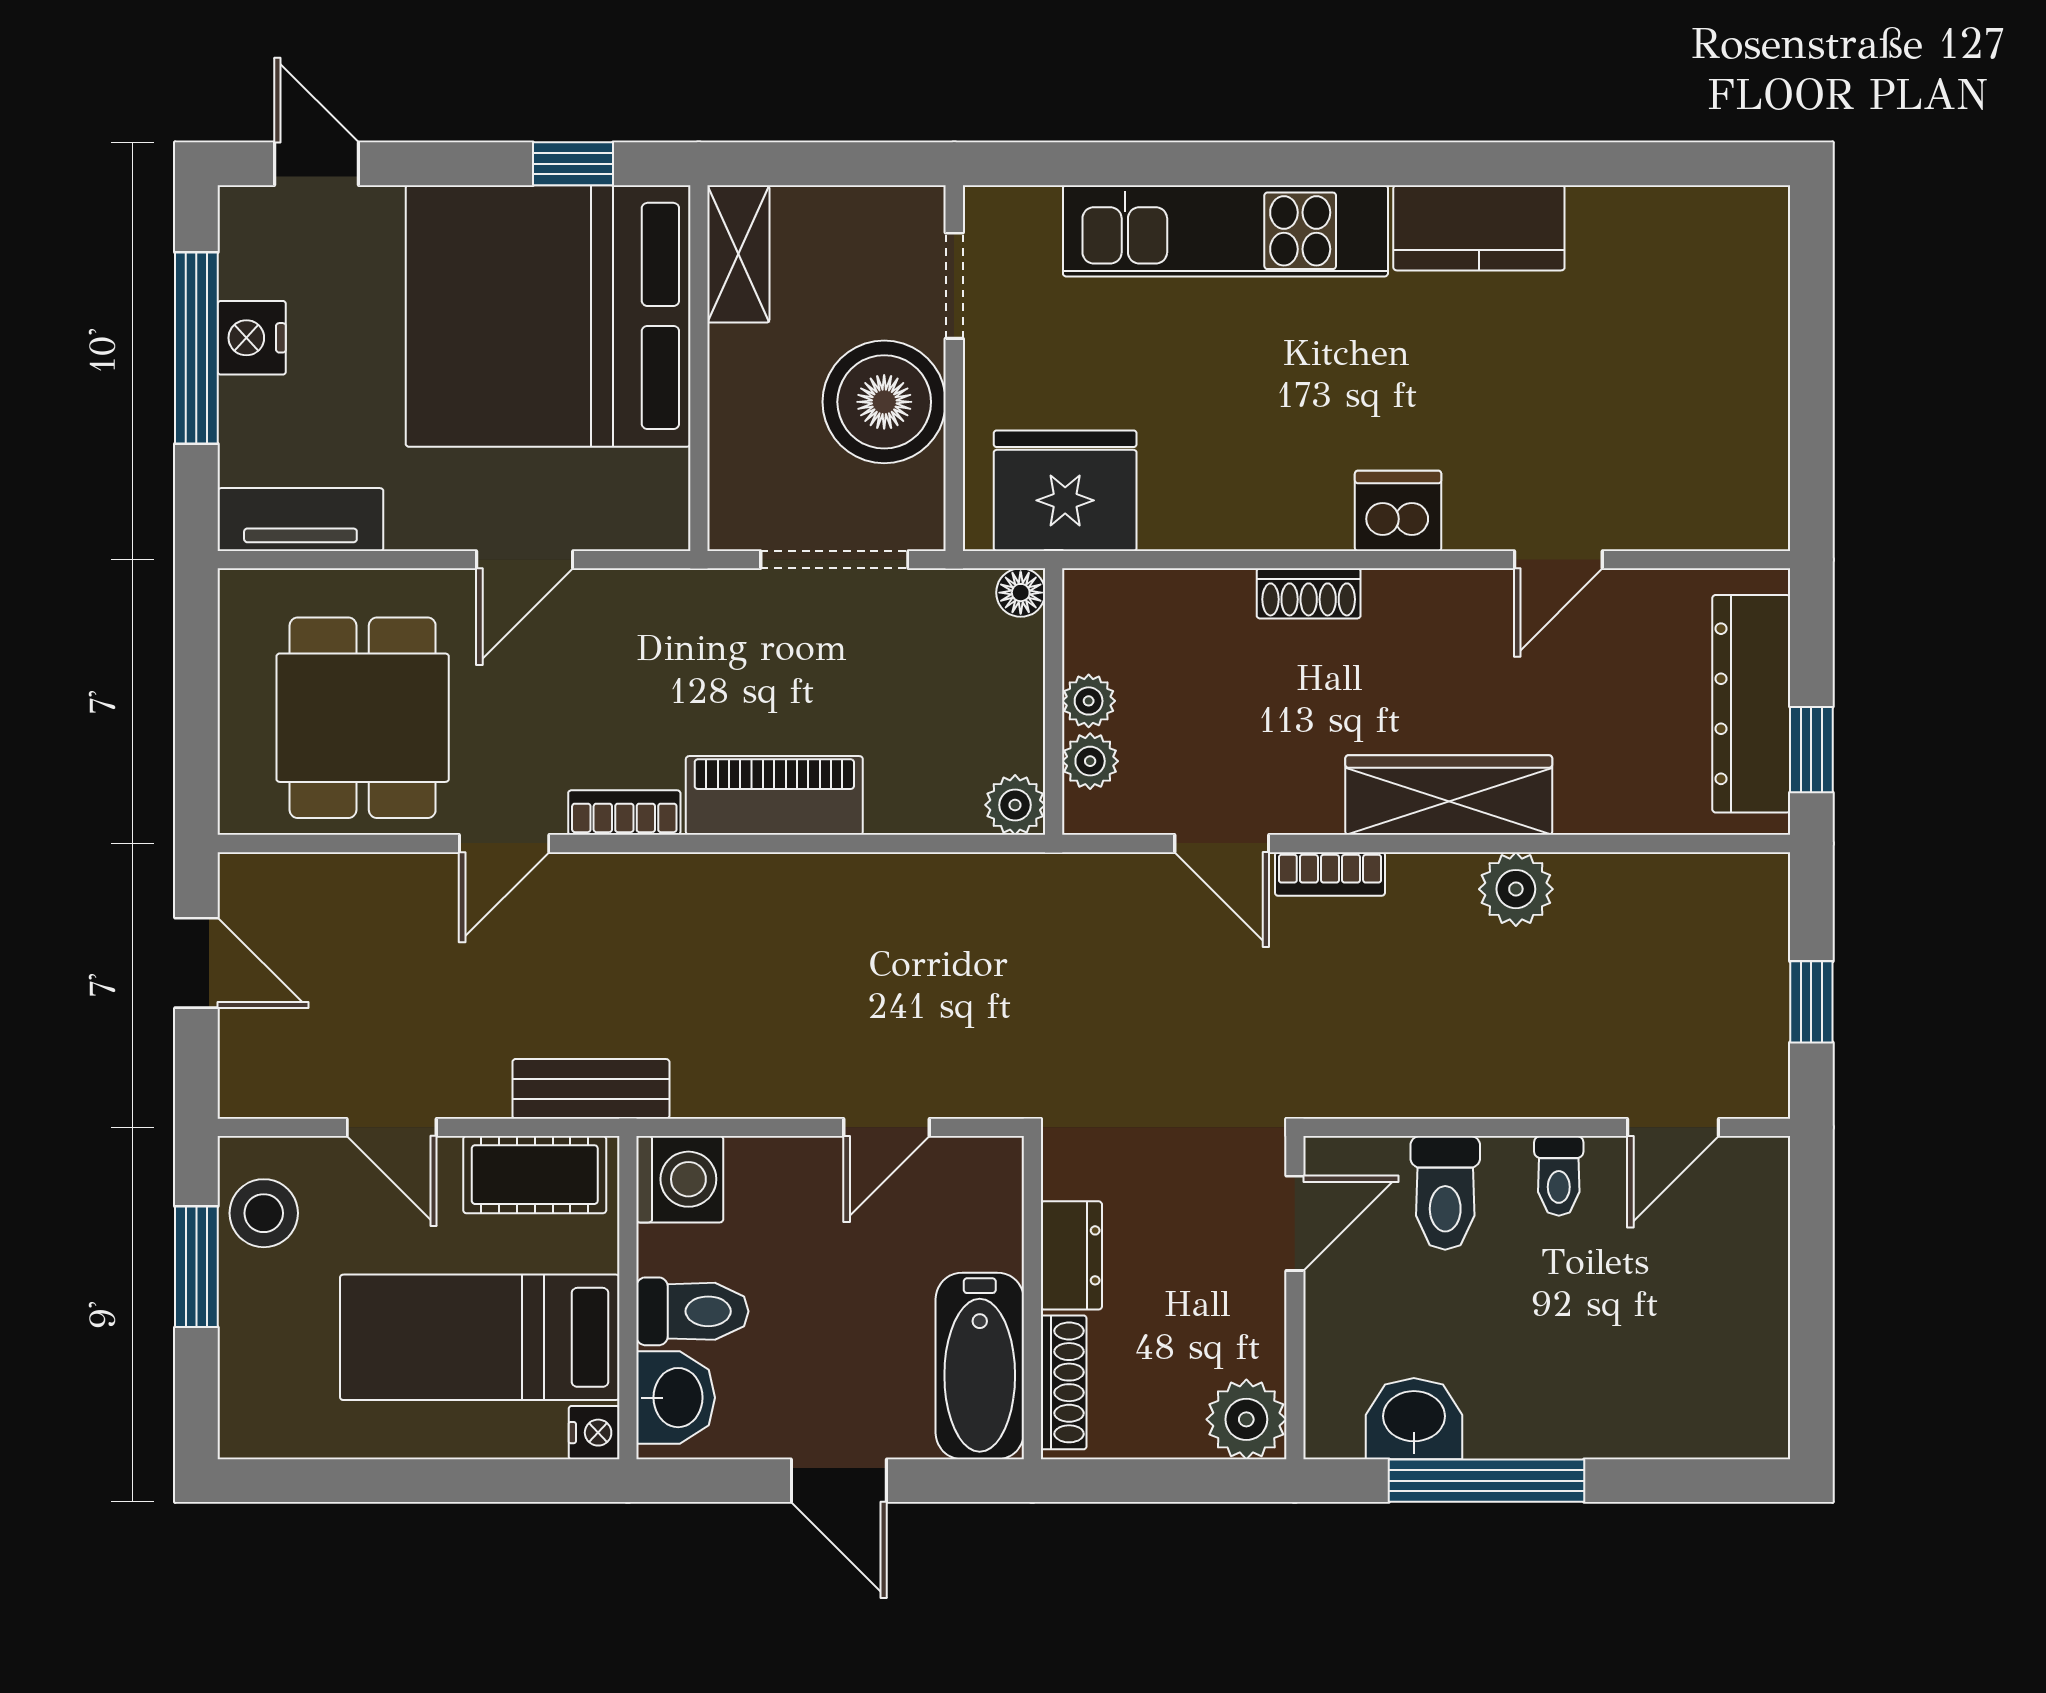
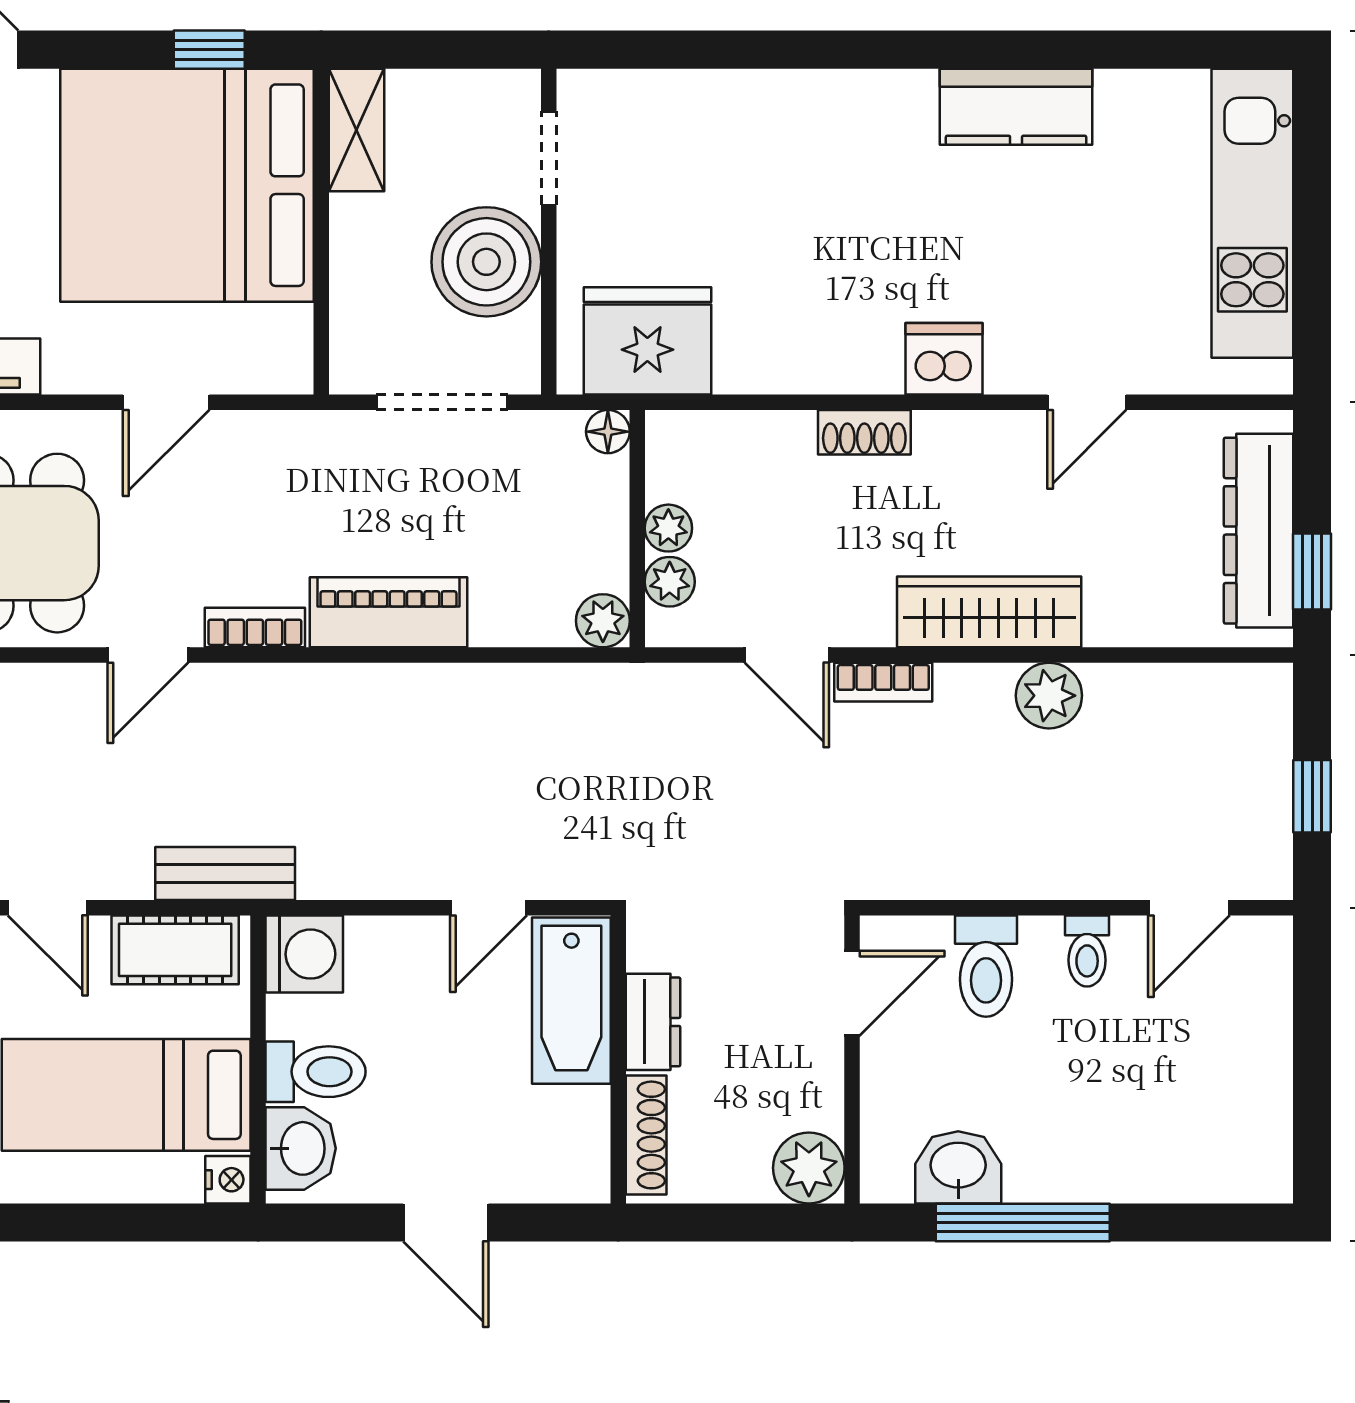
kitchen unit: (1225, 231) -> (1252, 213), moved, turned 90
bathtub: (980, 1366) -> (571, 1001), moved

